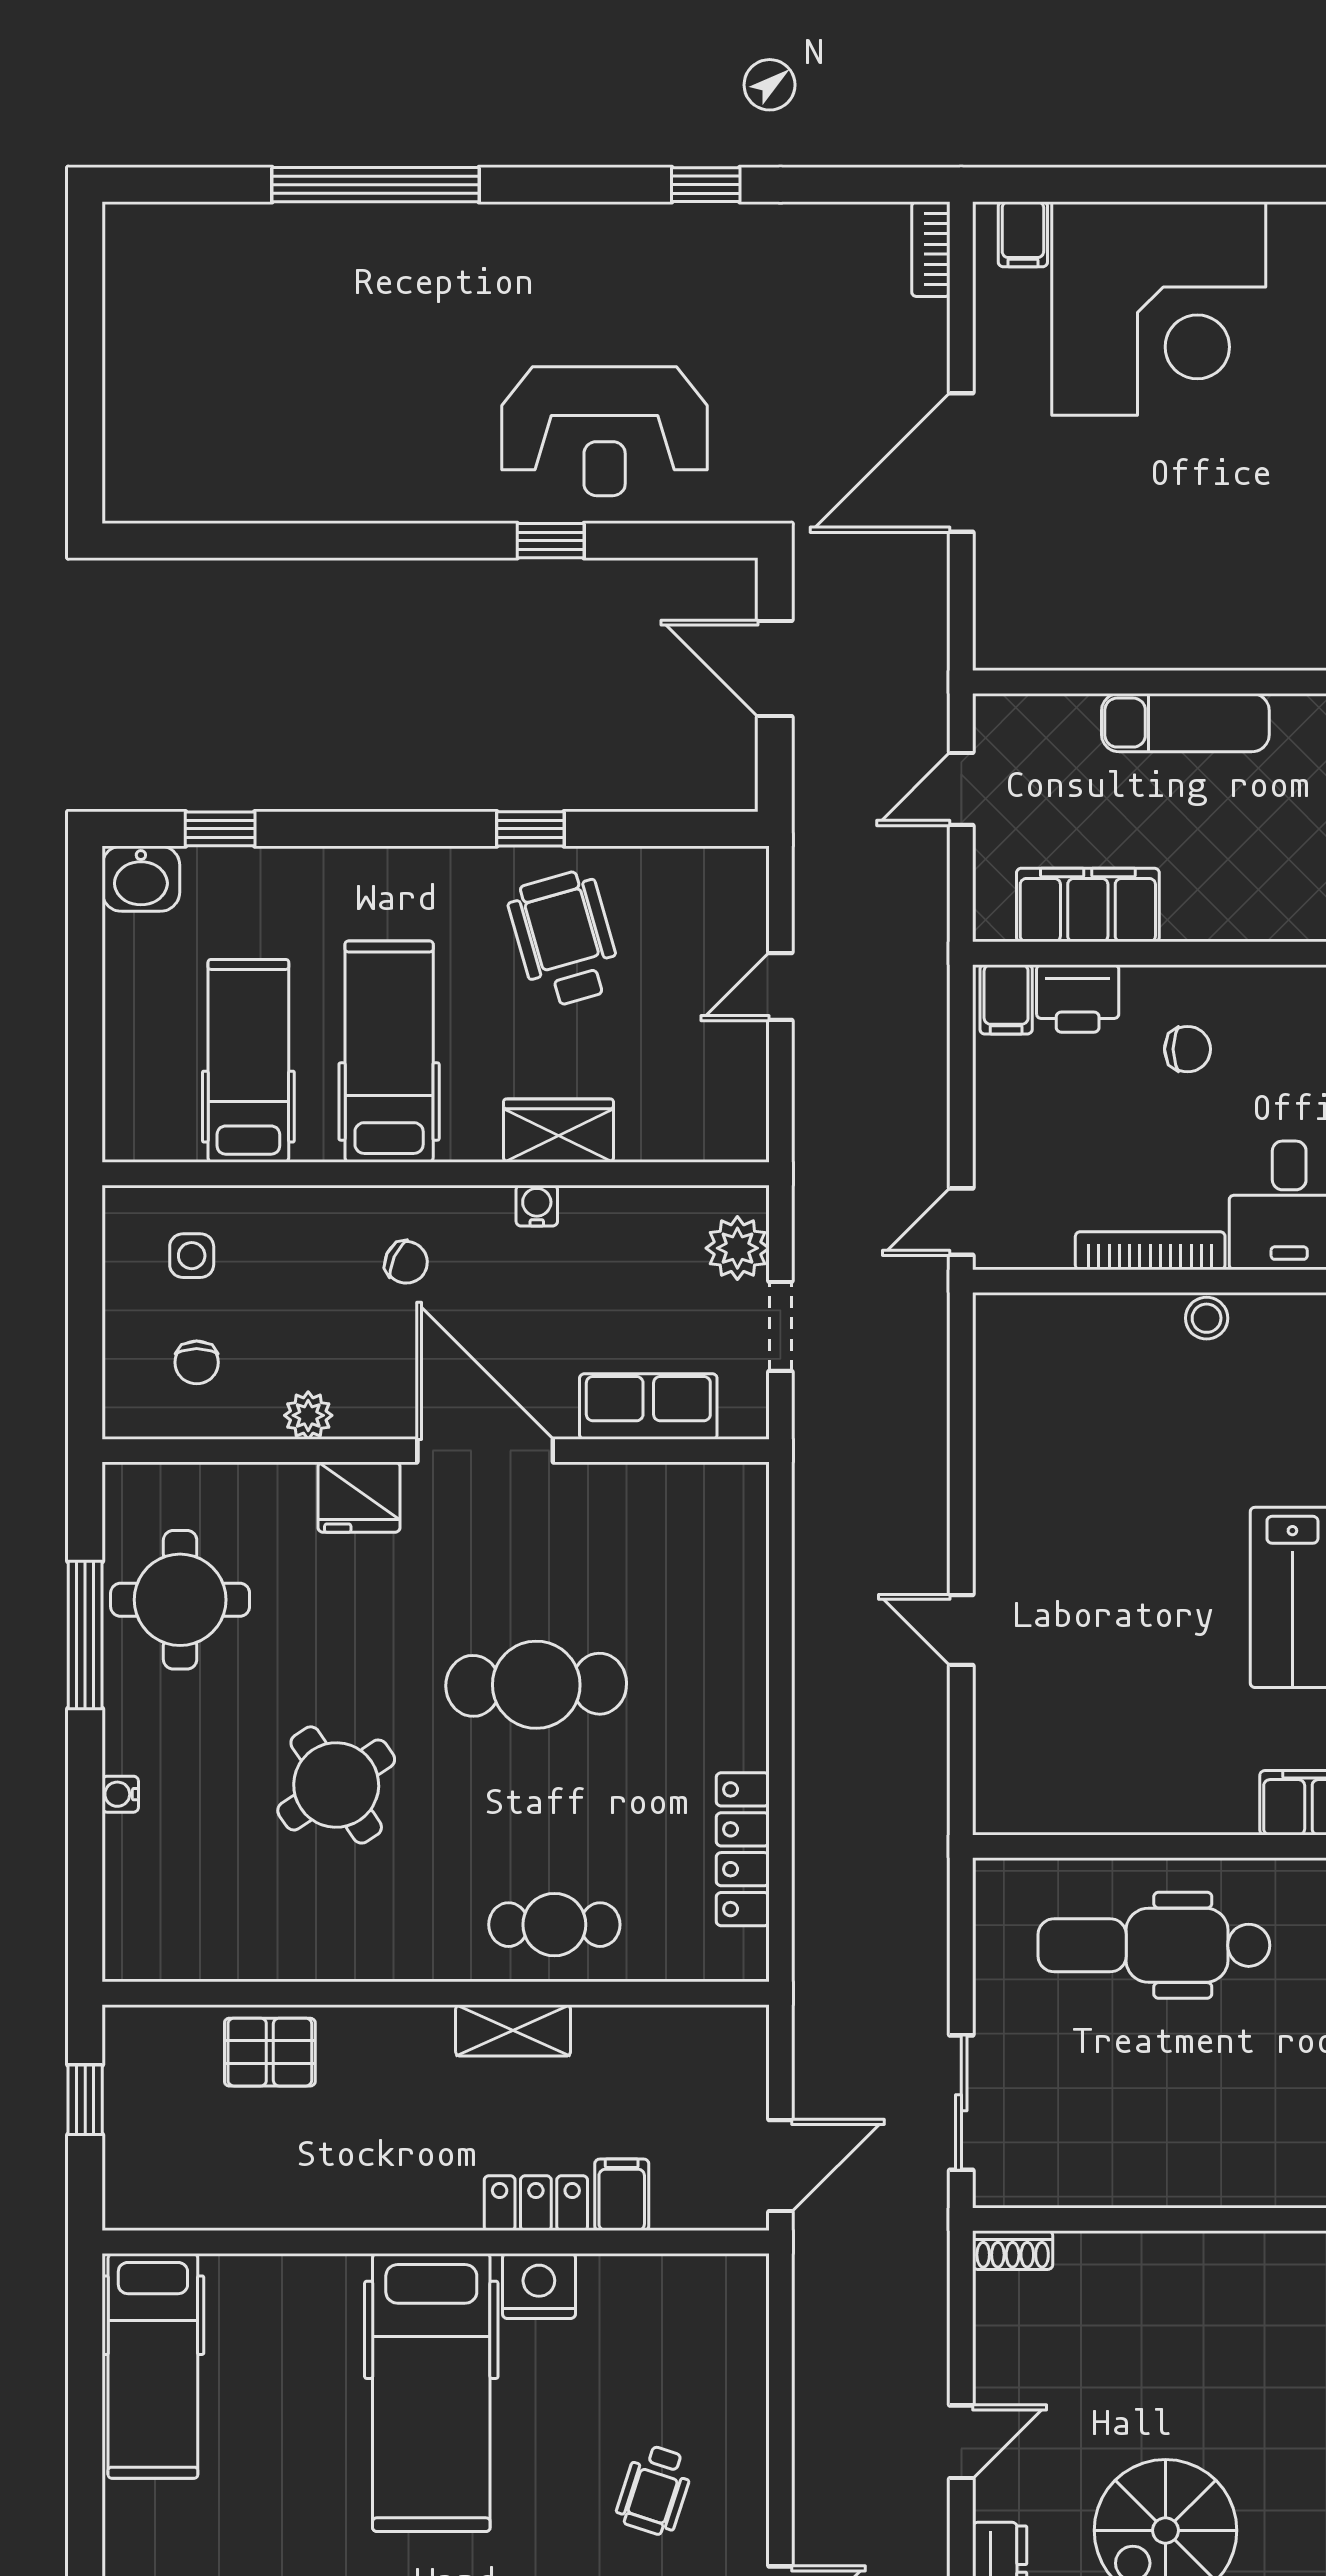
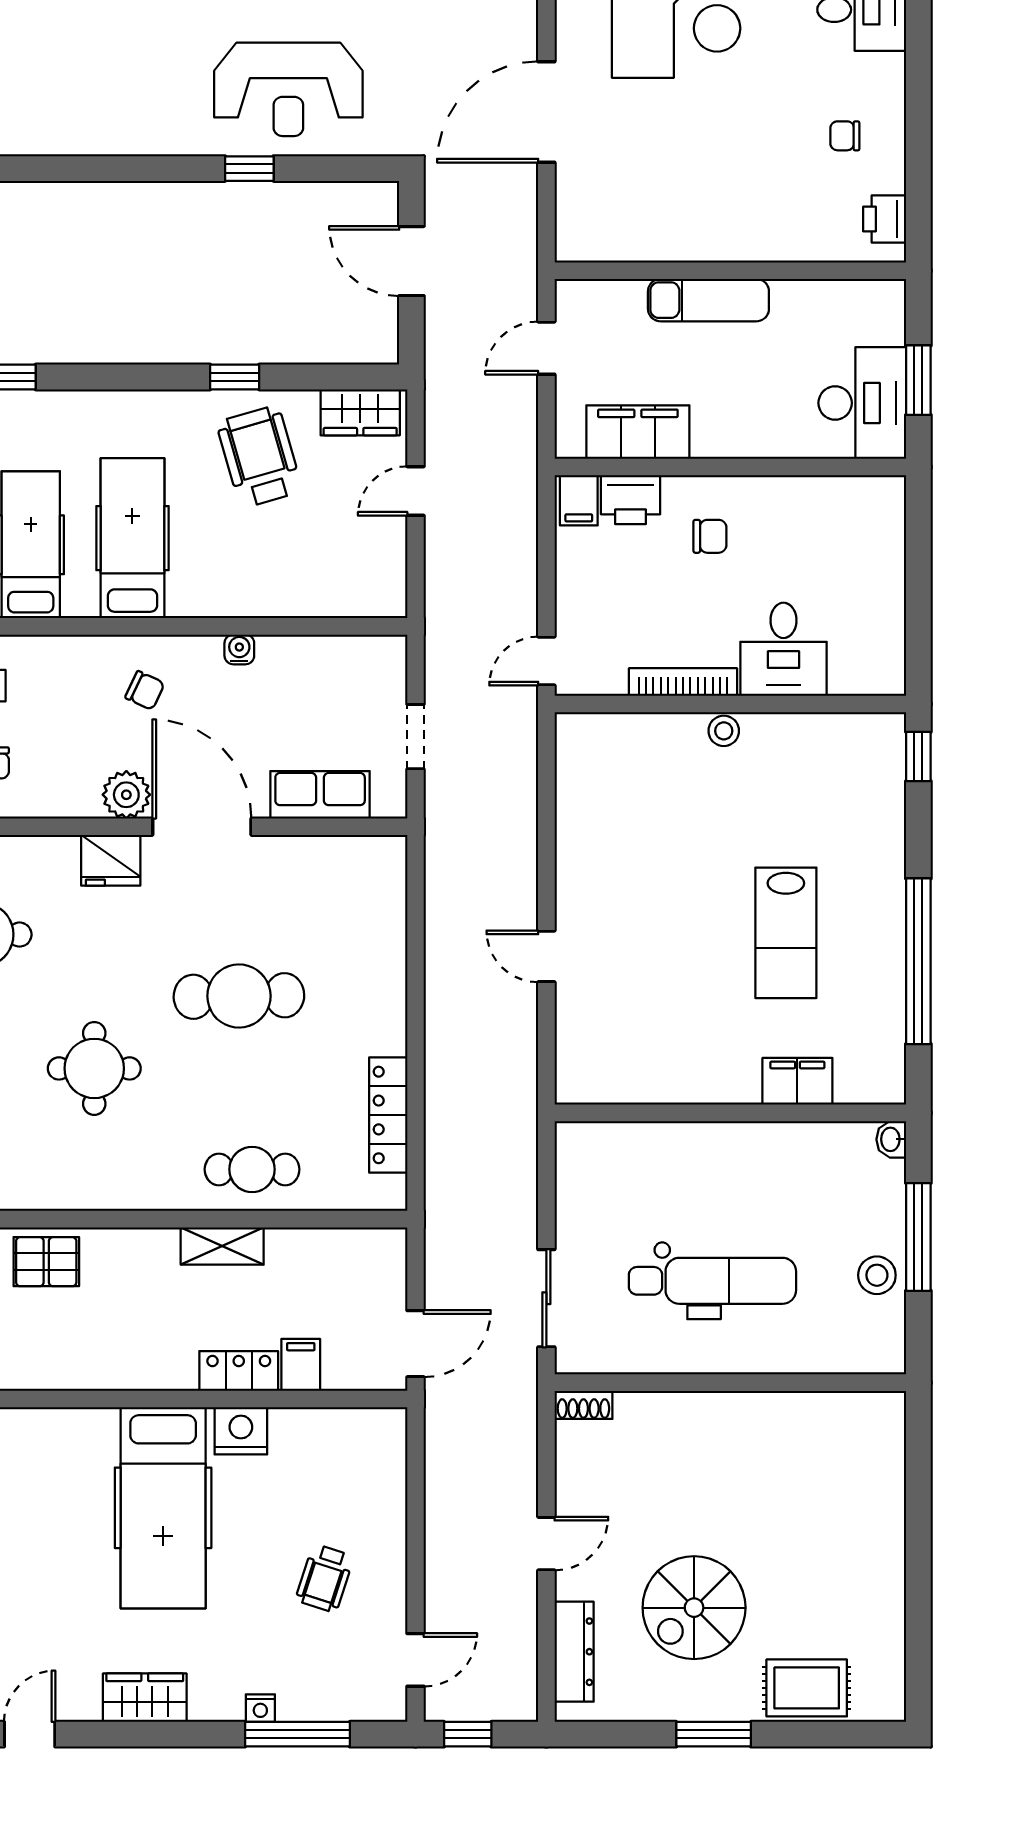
wardrobe: (558, 1131) -> (360, 412), moved, turned 180
plant: (737, 1248) -> (384, 680), removed
plant: (308, 1415) -> (126, 795), moved, width x1.38, depth x1.38
round table: (336, 1785) -> (94, 1068), turned 34
dental chair: (1154, 1945) -> (712, 1281), moved, turned 180

